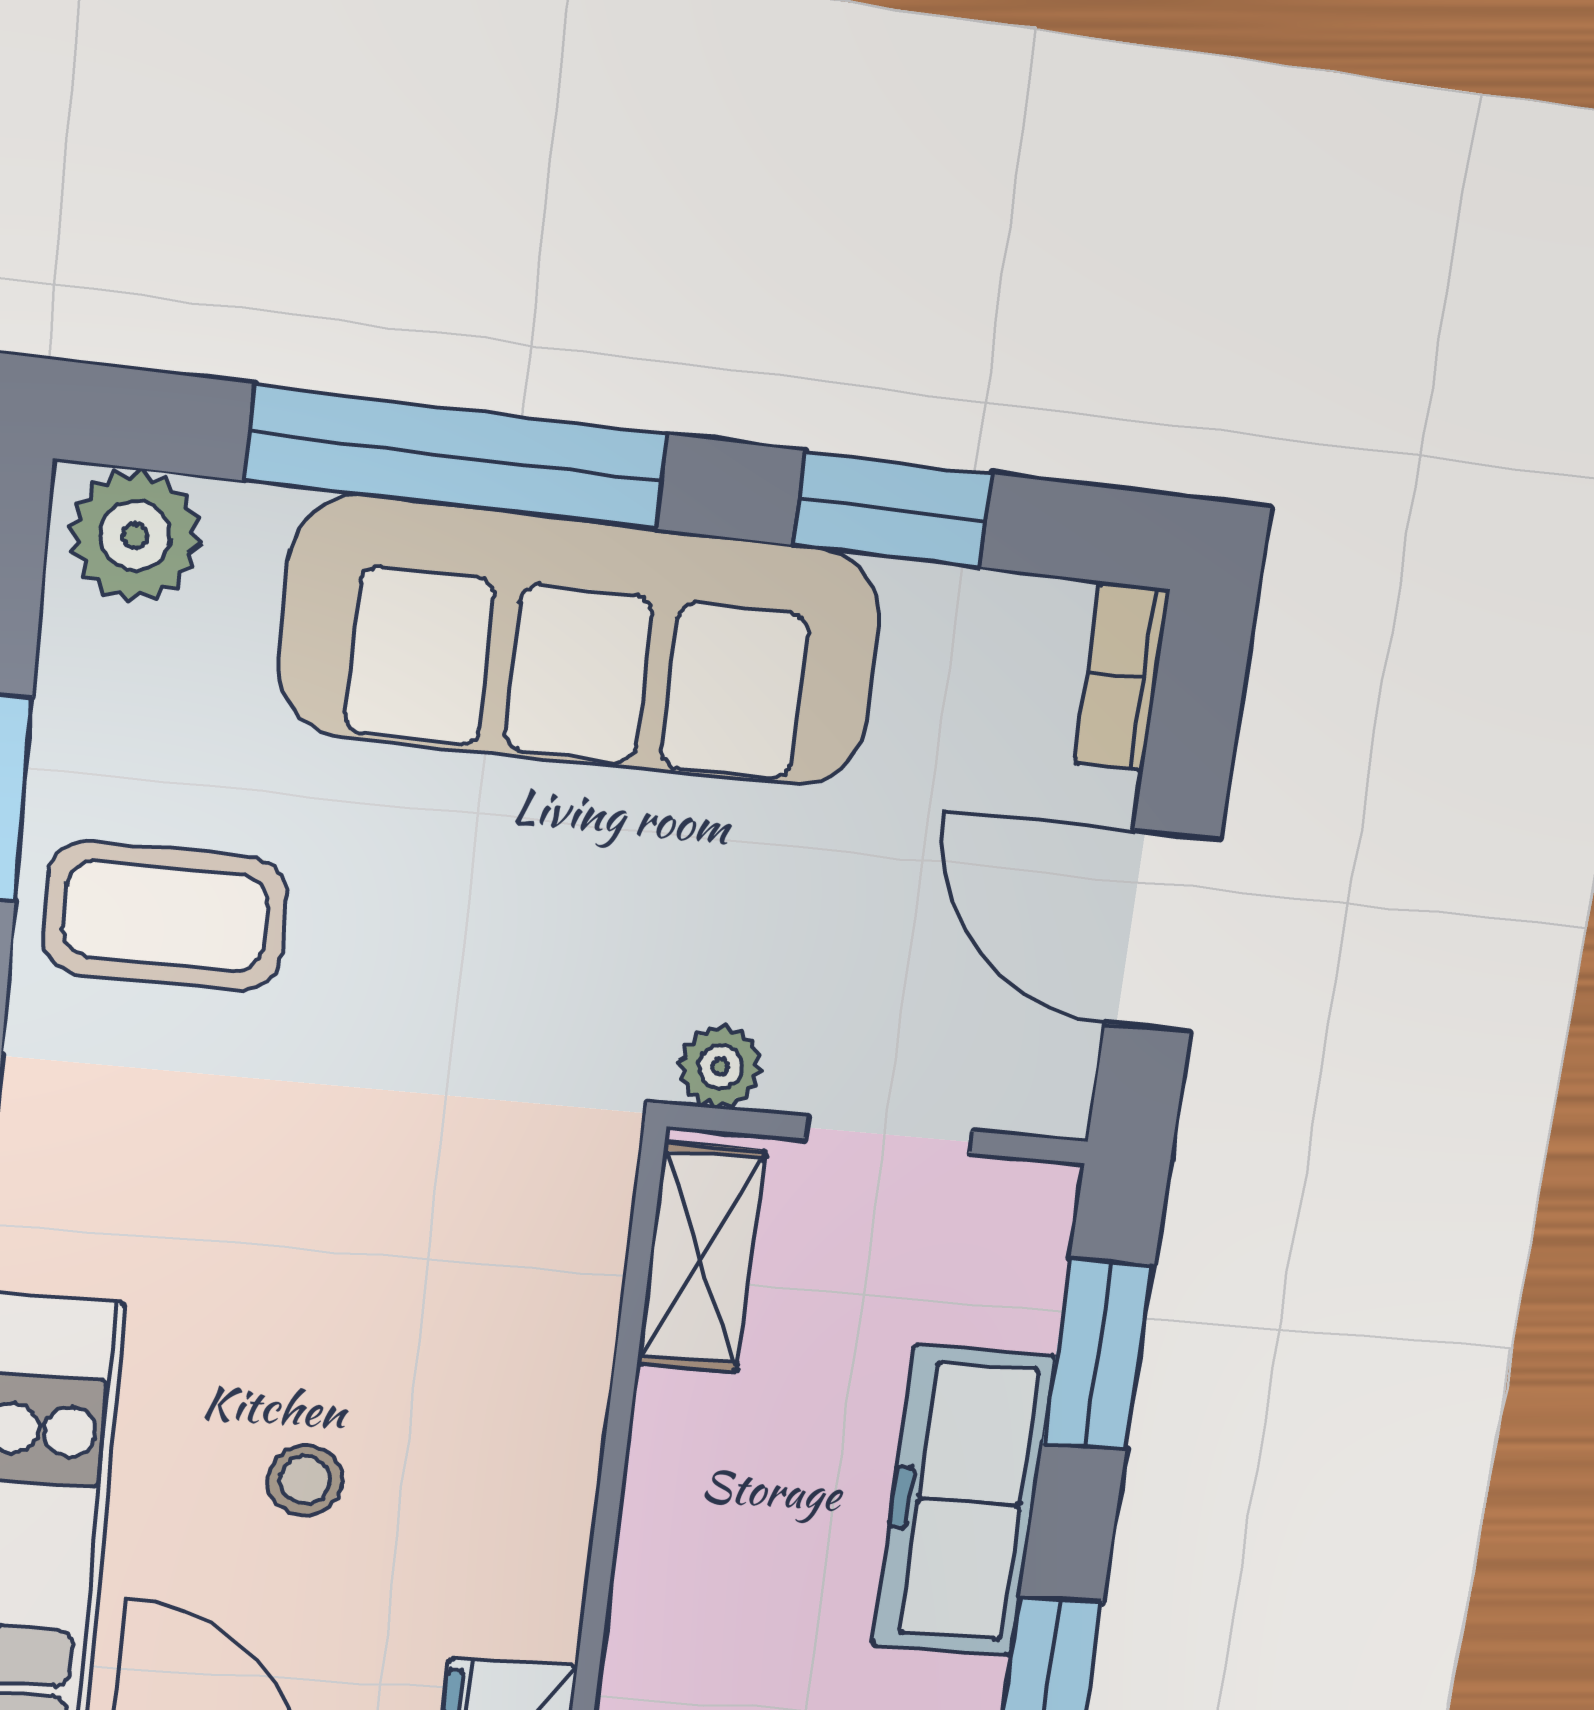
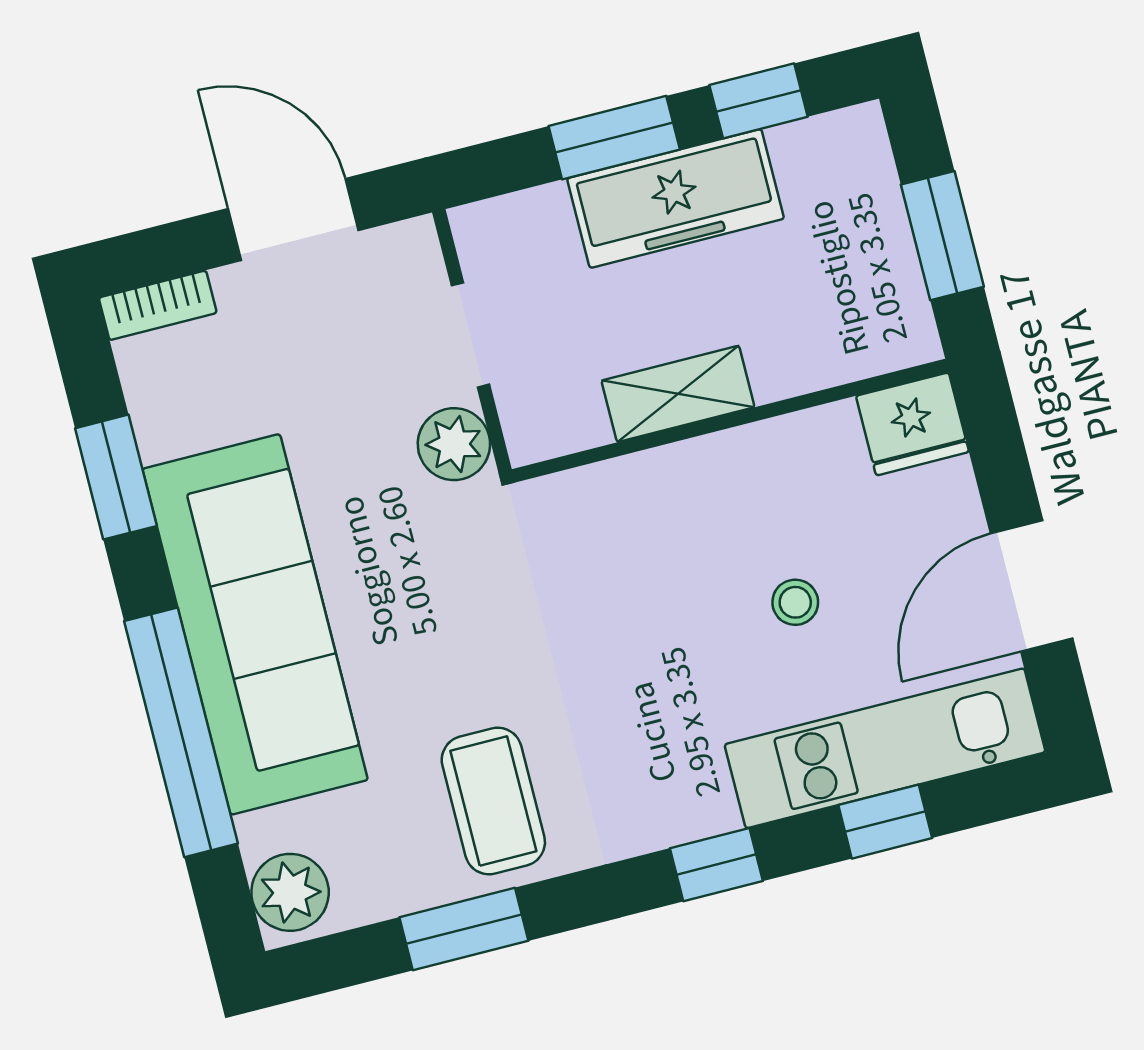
door: (1162, 932) -> (293, 219), swing flipped
plant: (720, 1067) -> (454, 444), width x1.38, depth x1.38
shelving: (701, 1258) -> (678, 394), moved
window: (1098, 1355) -> (614, 138), moved

